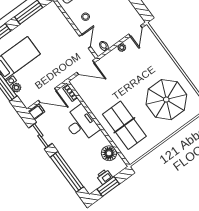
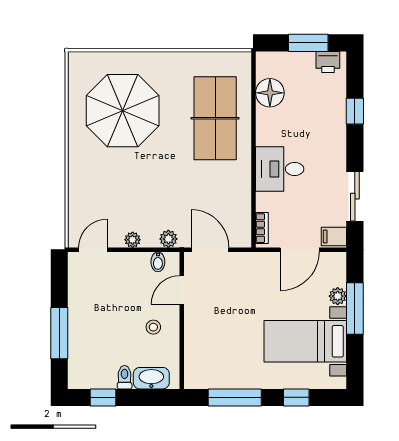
plant: (107, 59) -> (168, 239), added
door: (47, 95) -> (300, 250), swing flipped
desk: (81, 124) -> (280, 169), width x0.73
window: (67, 172) -> (355, 111), width x0.32
printer: (104, 177) -> (328, 62), moved

